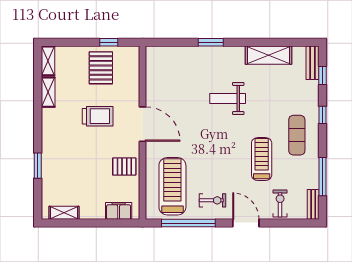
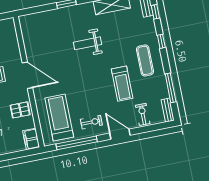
treadmill: (262, 159) -> (122, 84), turned 180
filing cabinet: (119, 211) -> (31, 139), moved, turned -90

